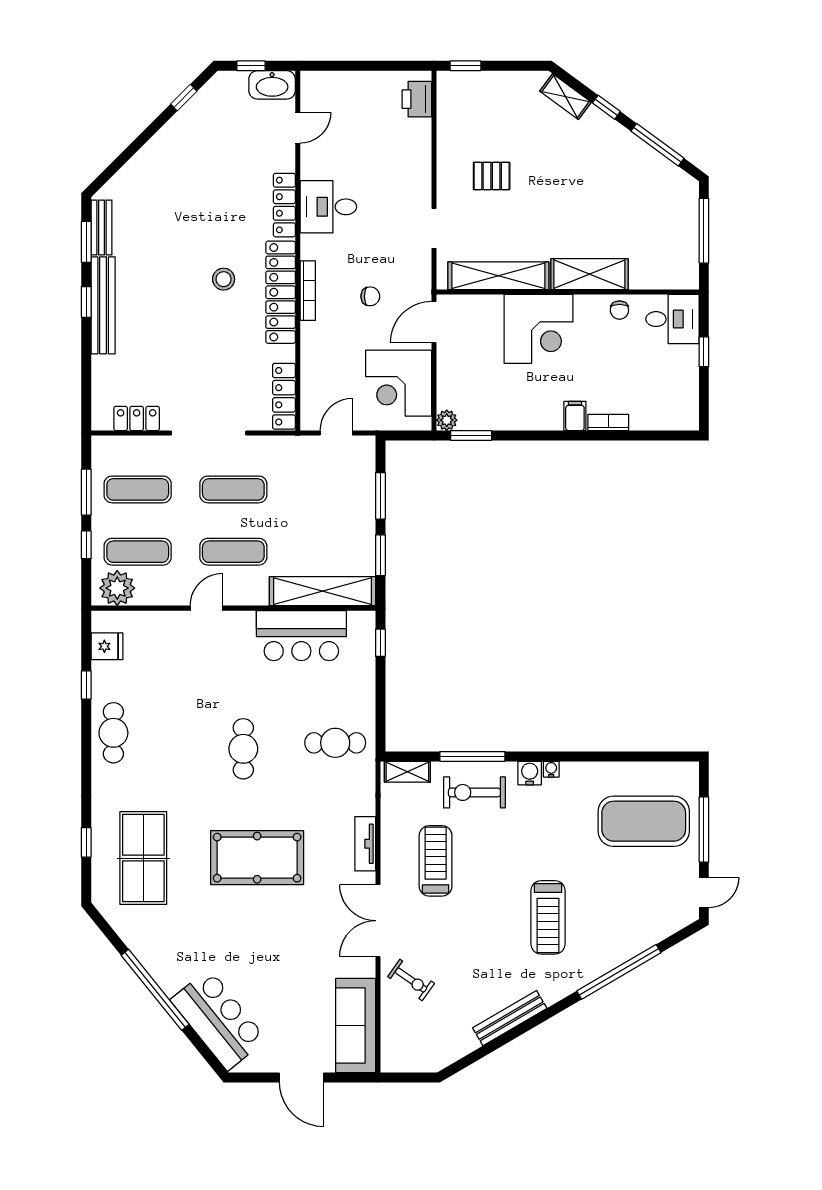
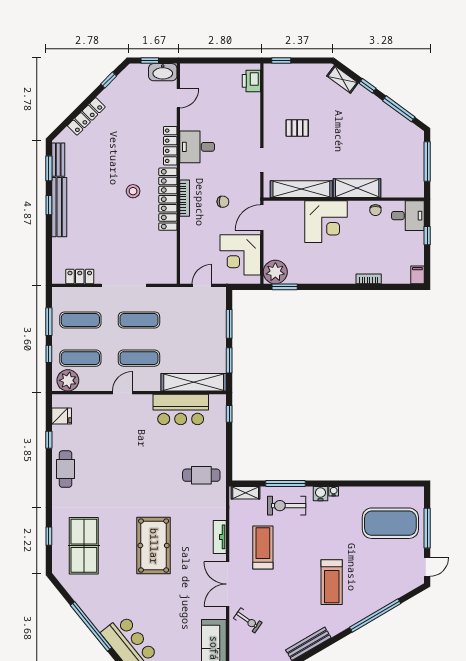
locker: (284, 396) -> (86, 116), moved, turned -135
filing cabinet: (575, 416) -> (417, 275), moved
plant: (447, 420) -> (275, 272), width x1.87, depth x1.87
cafe table: (243, 749) -> (145, 479), removed
pool table: (257, 858) -> (154, 546), turned 90

